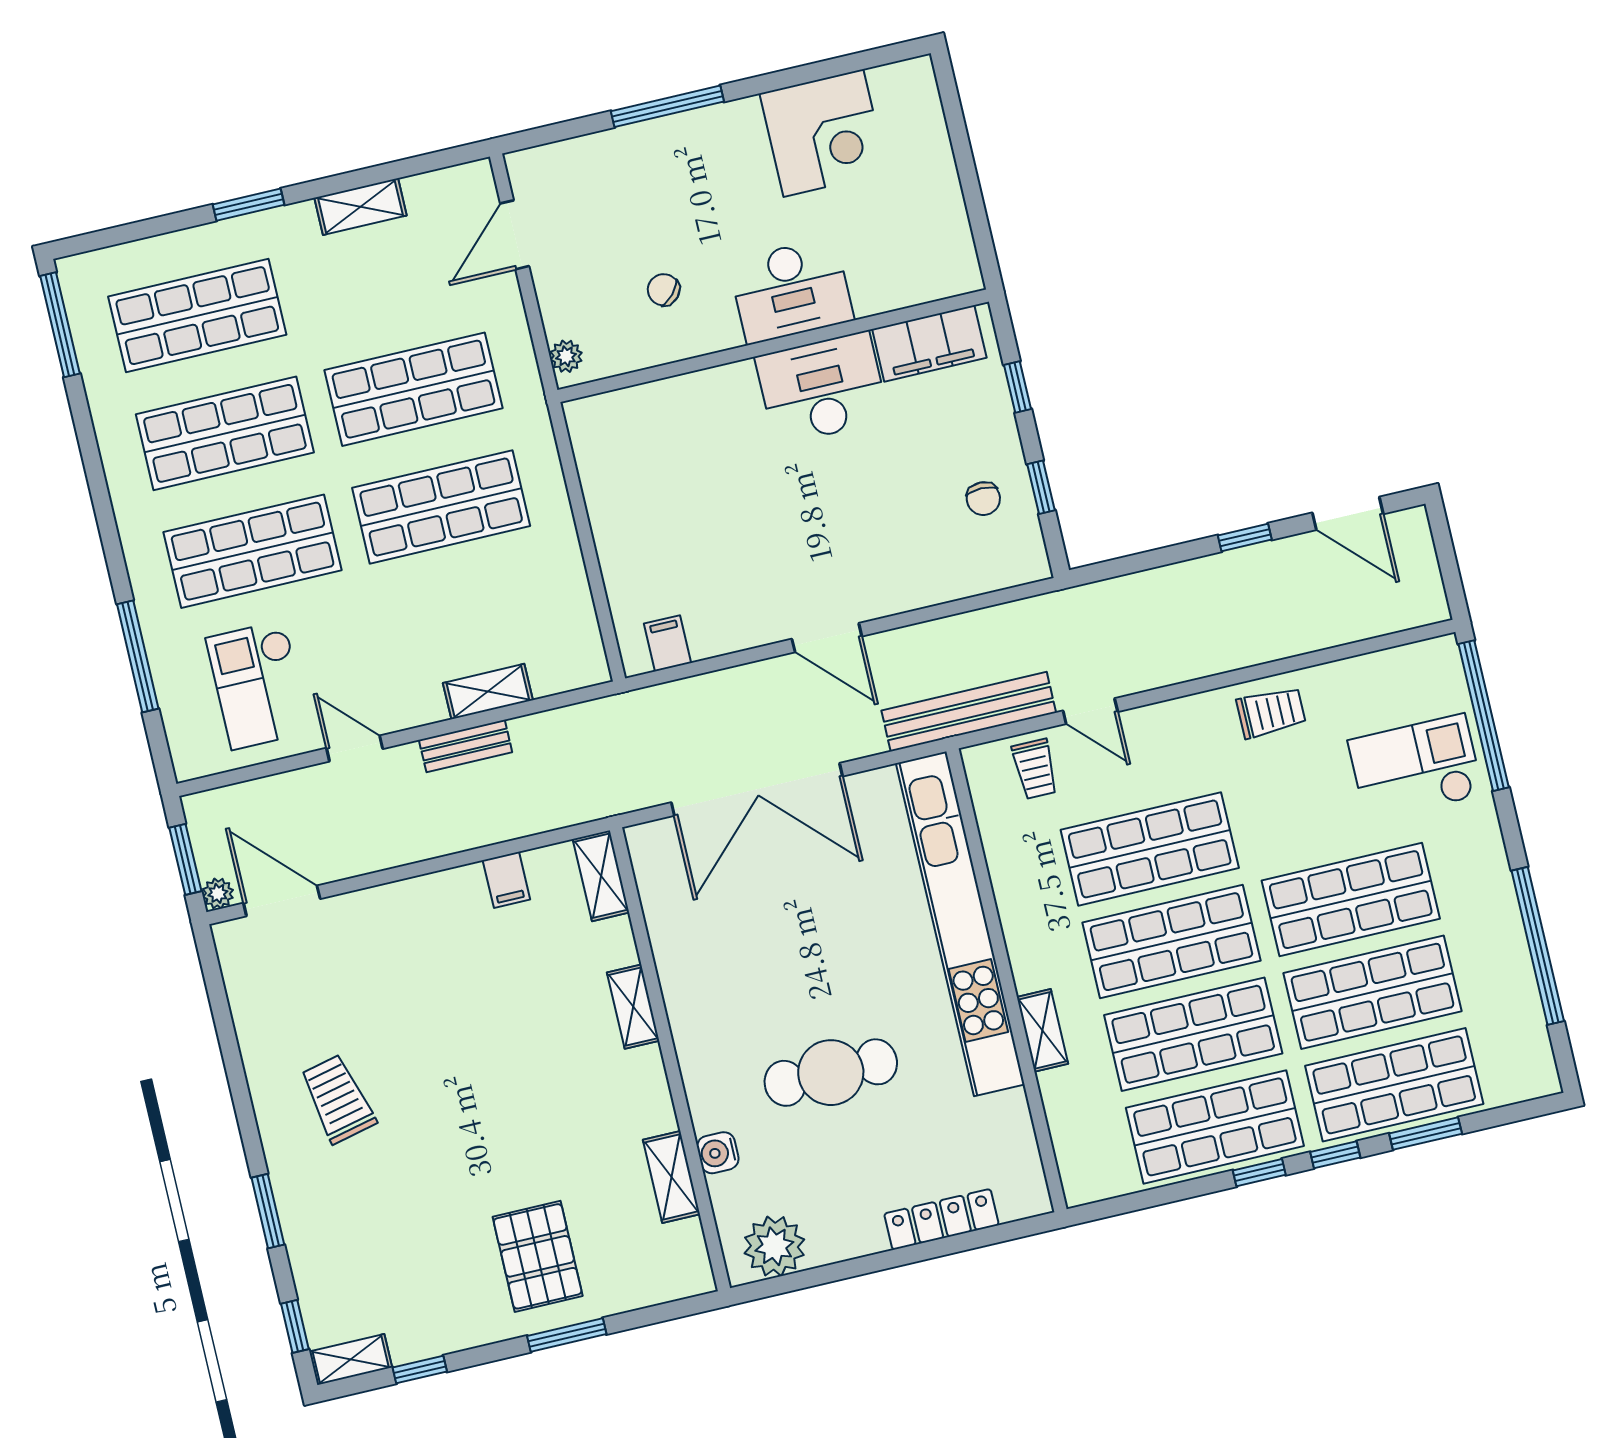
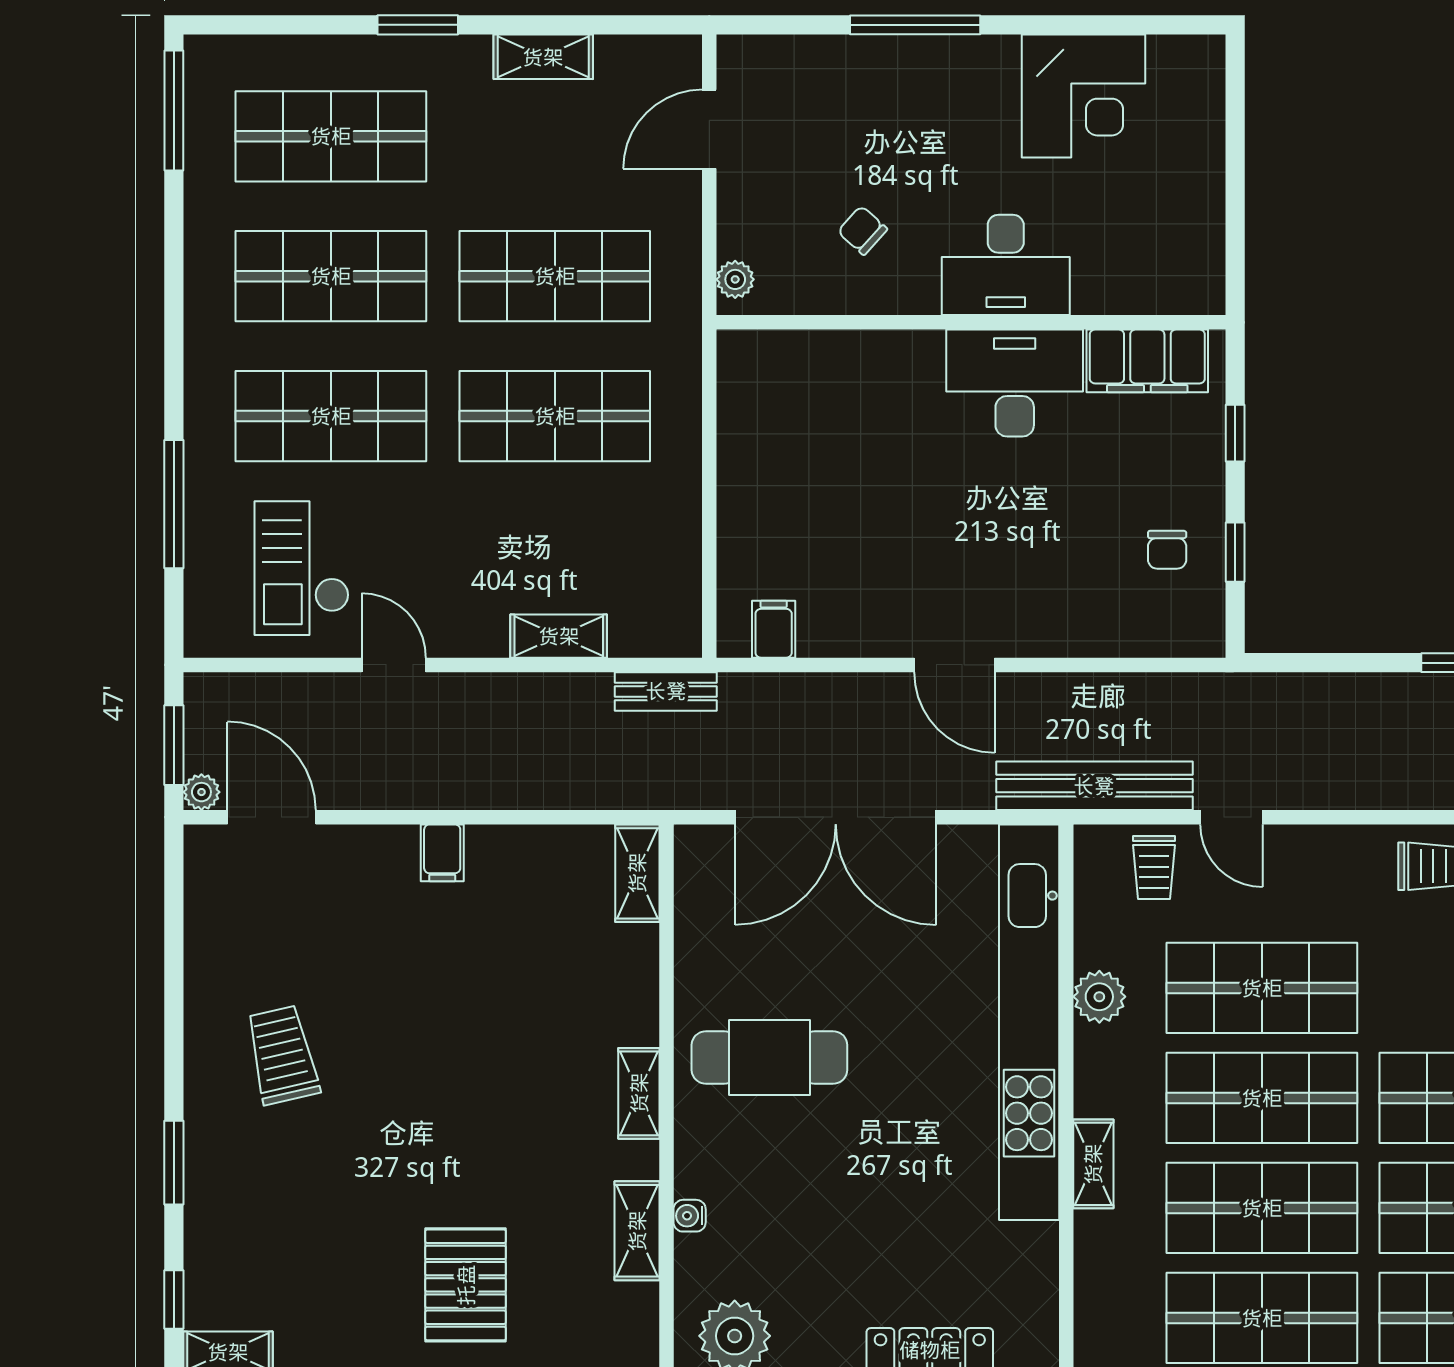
bench: (466, 746) -> (666, 691), moved
filing cabinet: (506, 880) -> (442, 853), moved
plant: (1015, 888) -> (1099, 997), added
shelving: (633, 1007) -> (639, 1093), moved
cafe table: (831, 1073) -> (769, 1057), moved
water cooler: (718, 1153) -> (690, 1216), width x0.72, depth x0.72

